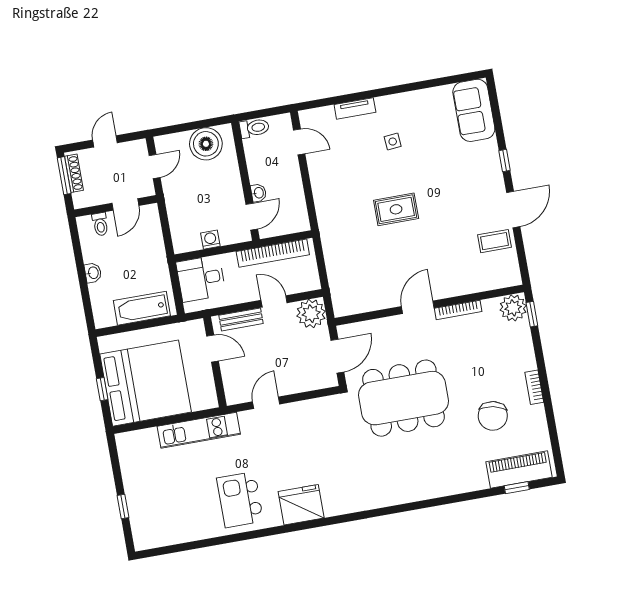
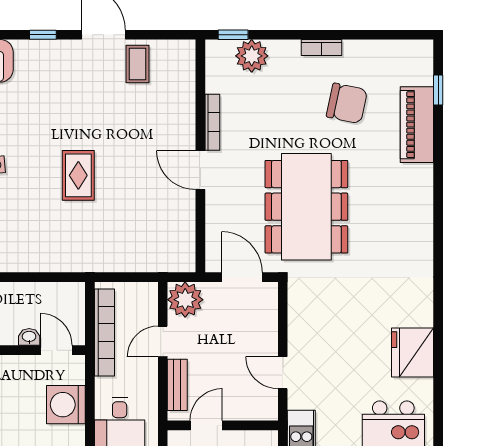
washing machine: (210, 240) -> (66, 405), width x1.89, depth x1.89
plant: (513, 308) -> (252, 56), moved
piano: (519, 470) -> (417, 125), moved

